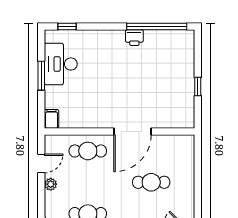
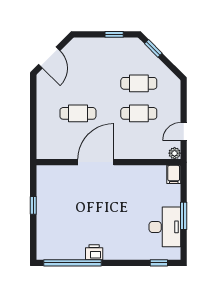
cafe table: (88, 151) -> (139, 113), moved
plant: (51, 184) -> (175, 153), moved

